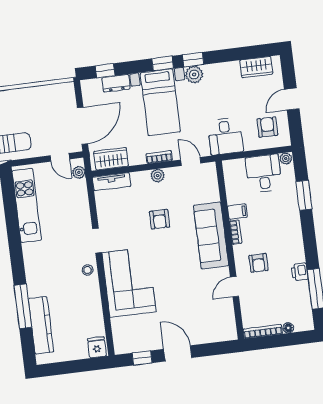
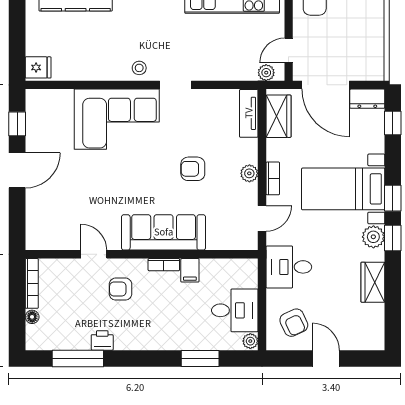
wardrobe: (256, 67) -> (373, 282), moved
dresser: (116, 83) -> (367, 99), moved, turned -90
armchair: (267, 127) -> (294, 323), turned 64

